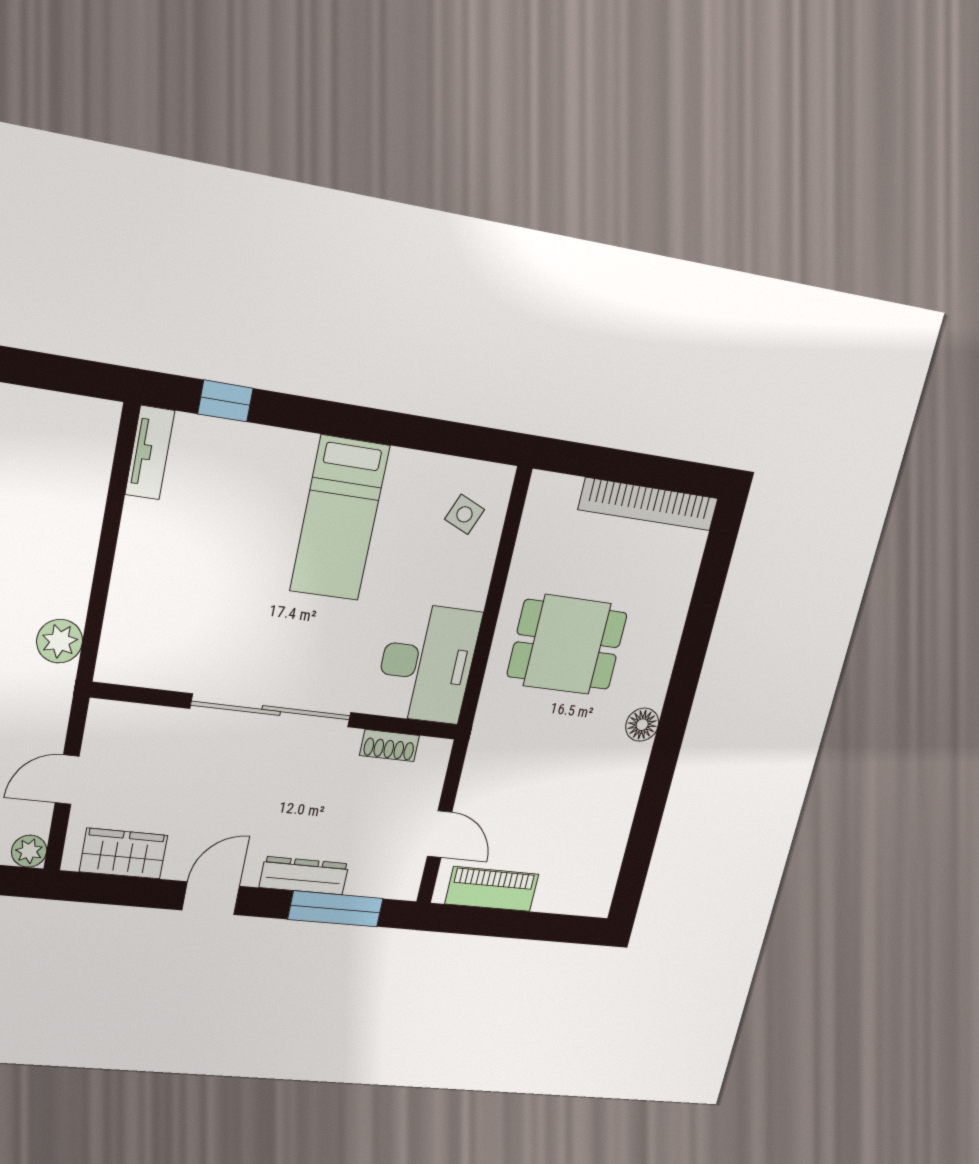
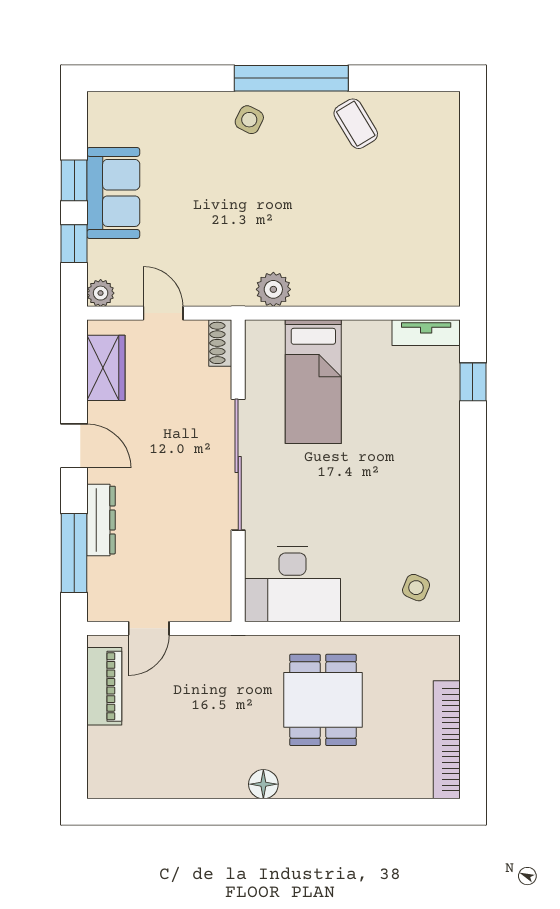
bed: (340, 519) -> (313, 382), moved, turned -90
shoe rack: (390, 746) -> (220, 343), moved

